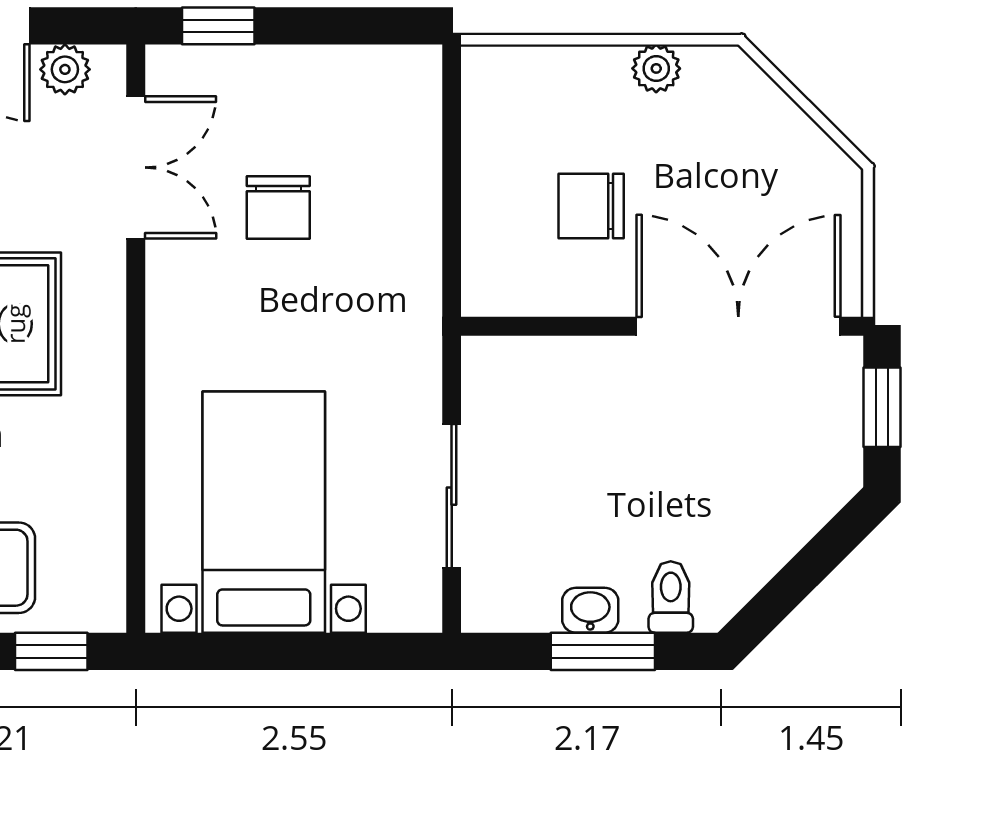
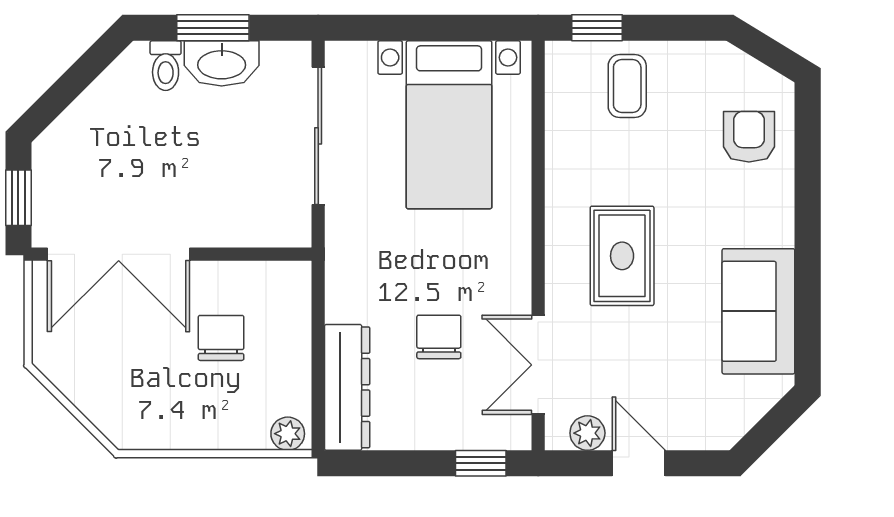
plant: (656, 68) -> (288, 434), moved
dresser: (410, 135) -> (347, 387), added
chair: (591, 206) -> (221, 338), turned -90
sliding door: (452, 496) -> (318, 136), width x1.37
washbasin: (590, 610) -> (222, 63), width x1.91, depth x1.45

